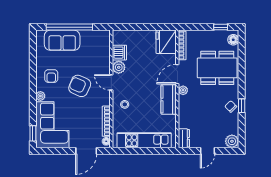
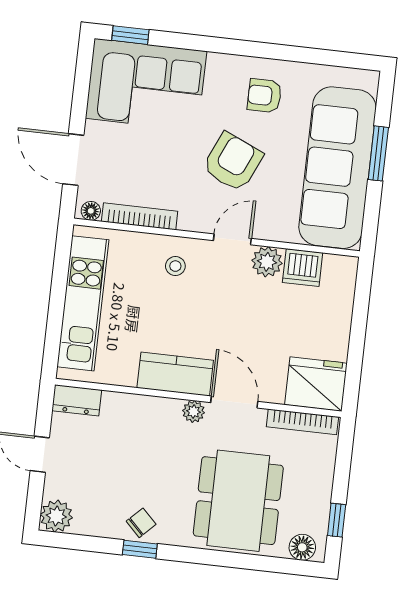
window: (69, 27) -> (378, 153), width x0.47
sofa: (62, 40) -> (338, 168), width x1.85, depth x1.27
plant: (40, 96) -> (219, 64), removed

